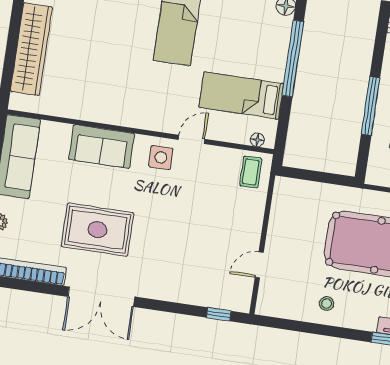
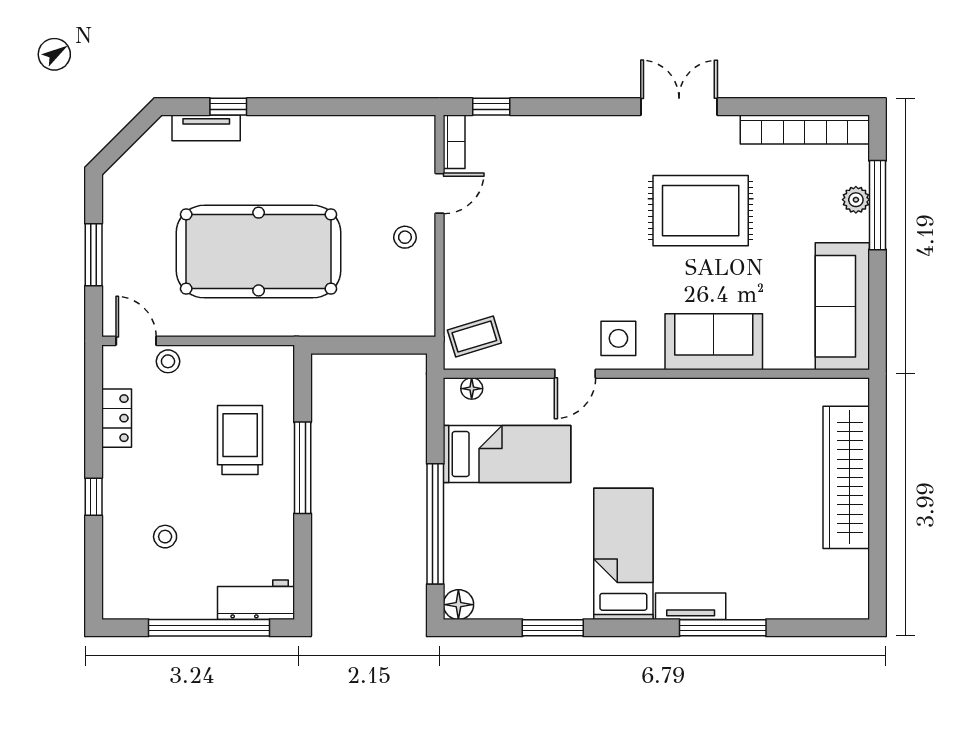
coffee table: (251, 172) -> (474, 337), turned 73
bookcase: (245, 296) -> (454, 142), added
double door: (101, 297) -> (679, 107), width x0.73
stool: (327, 304) -> (405, 237), moved

